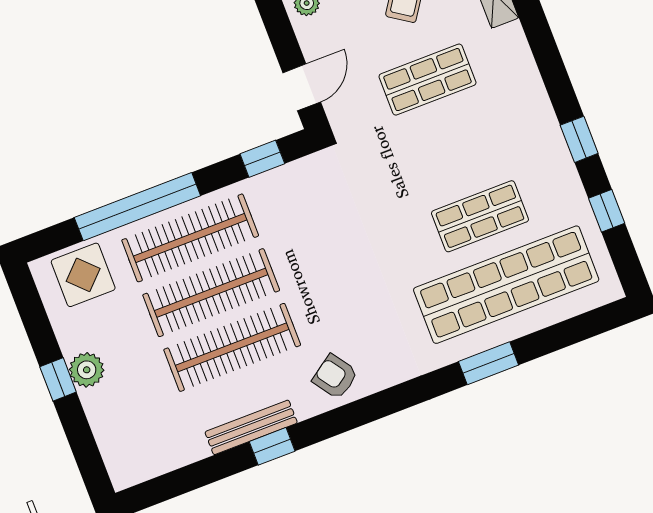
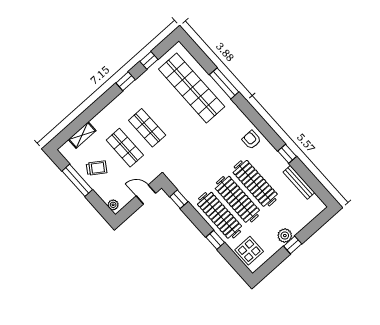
window: (137, 207) -> (215, 240), width x0.32
shop shelf: (480, 216) -> (147, 128), moved
window: (489, 363) -> (224, 83), width x1.44
armchair: (335, 377) -> (251, 140), turned 125
bench: (251, 427) -> (299, 182), moved

